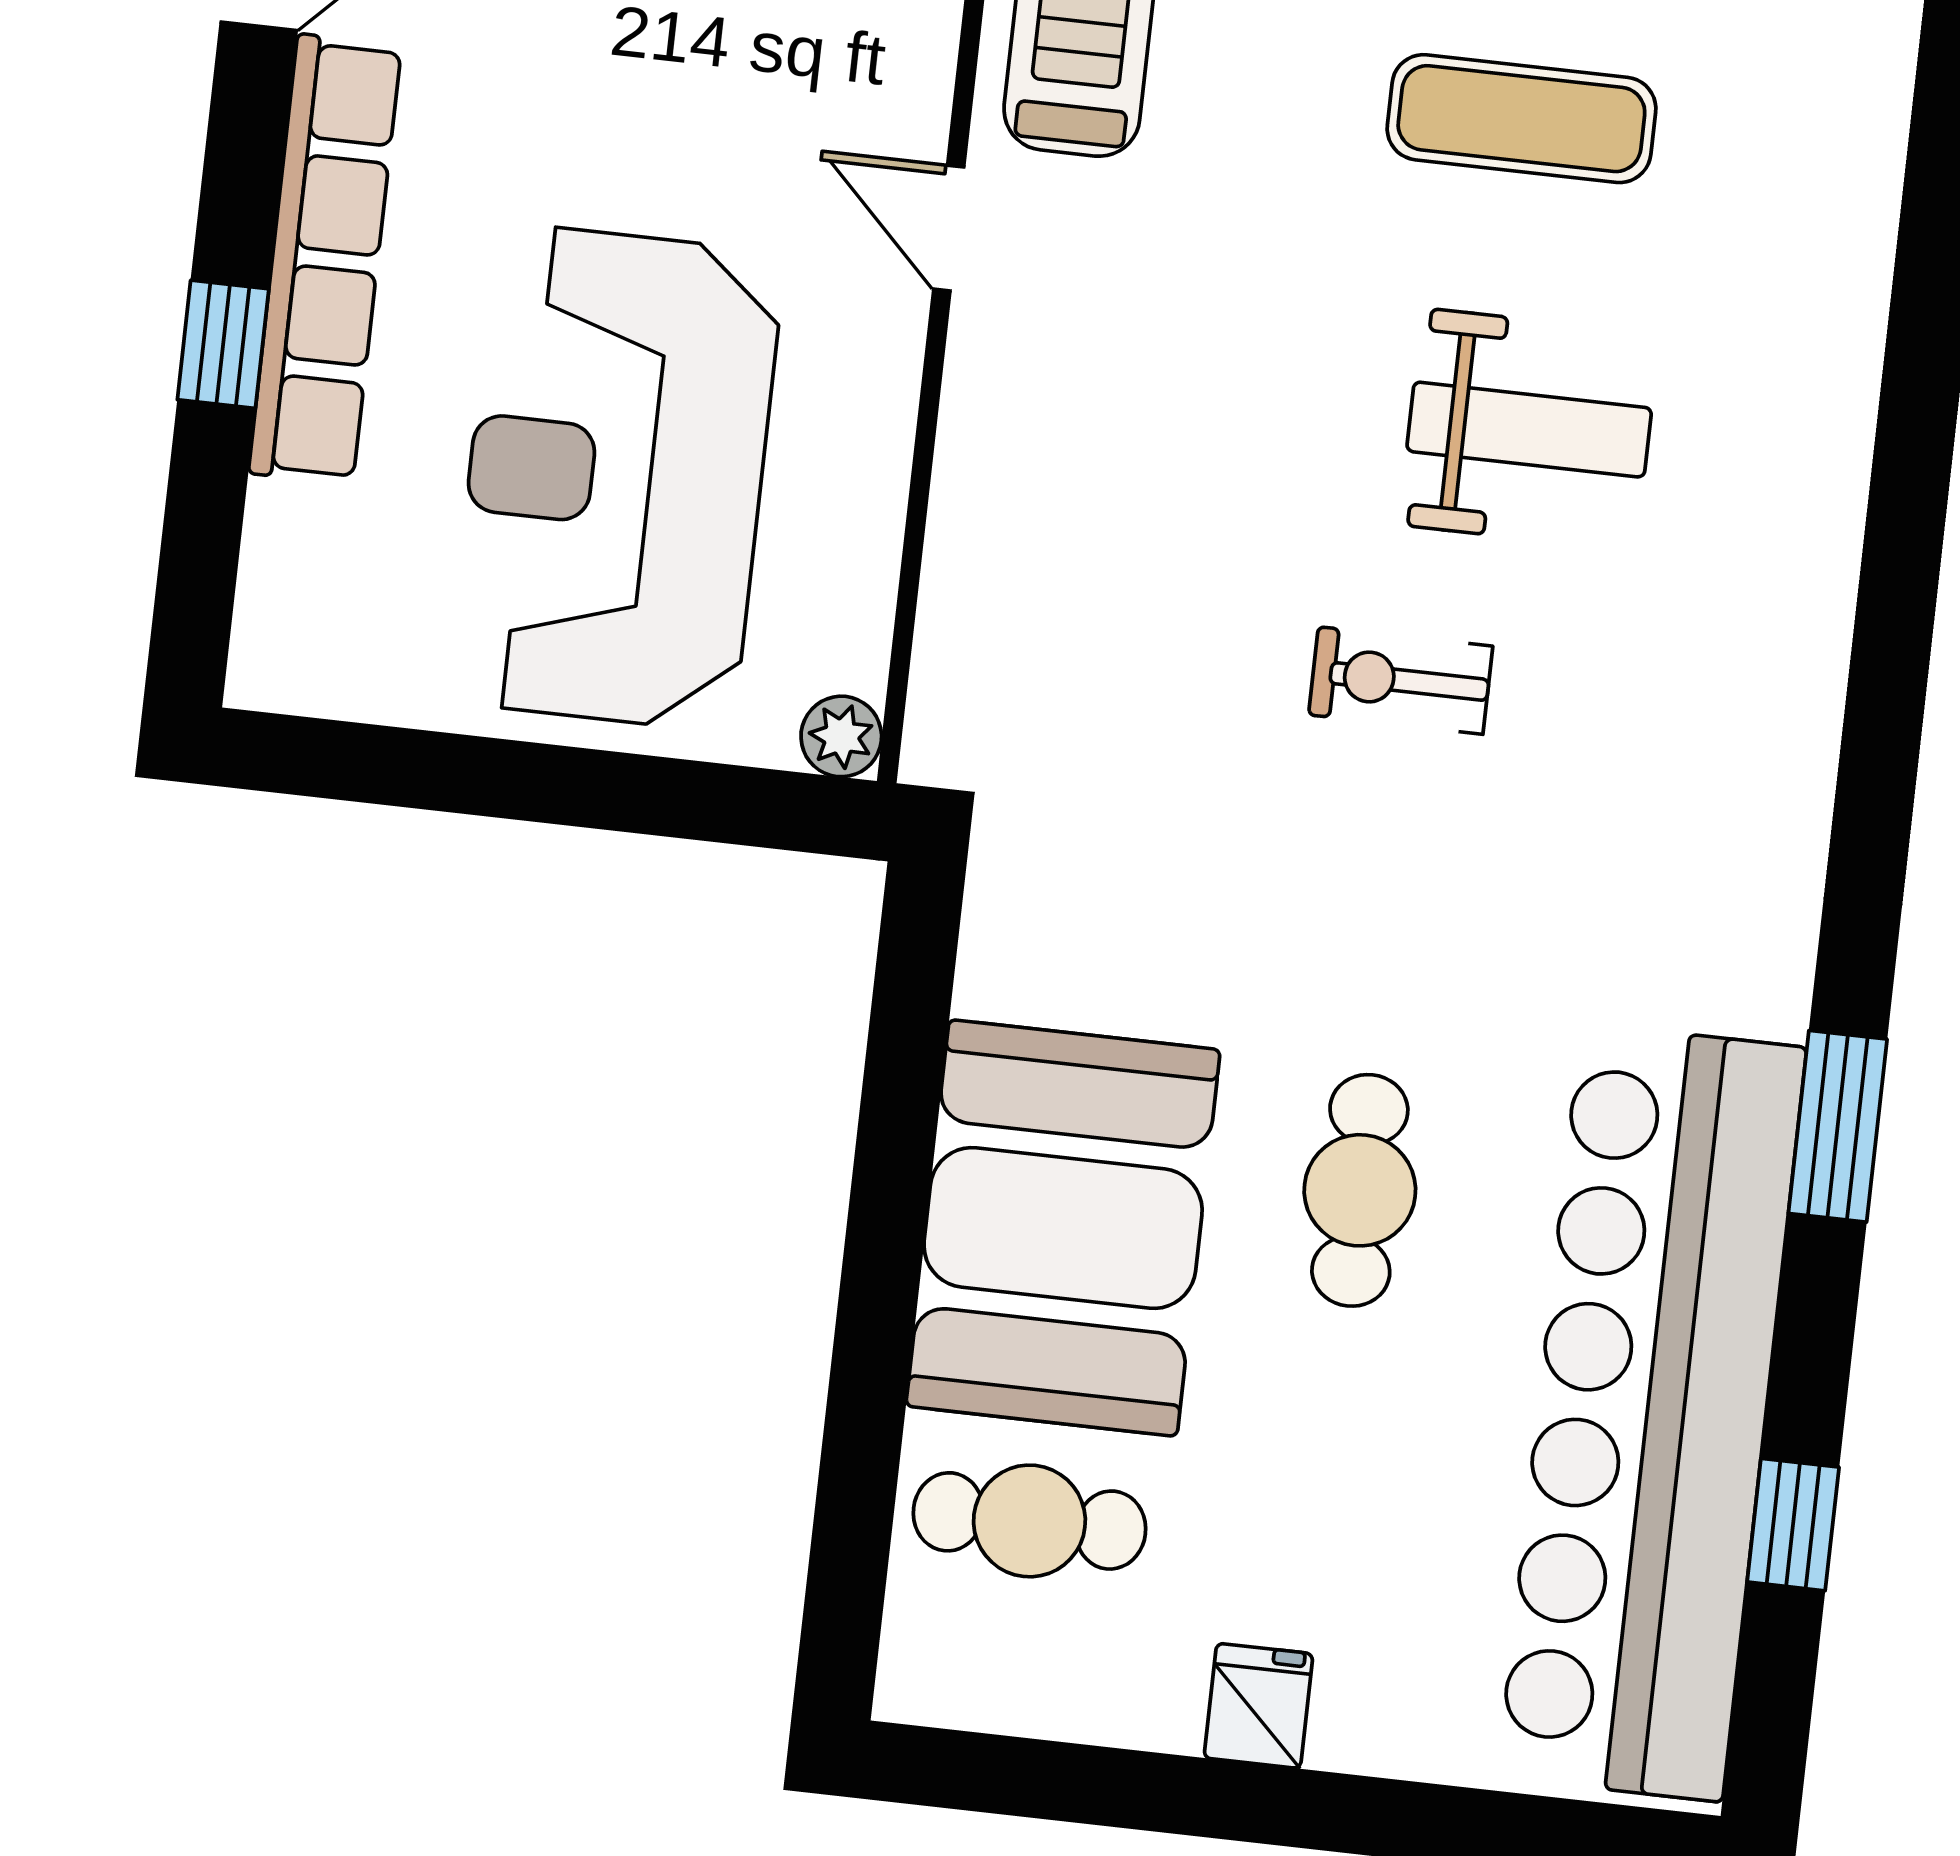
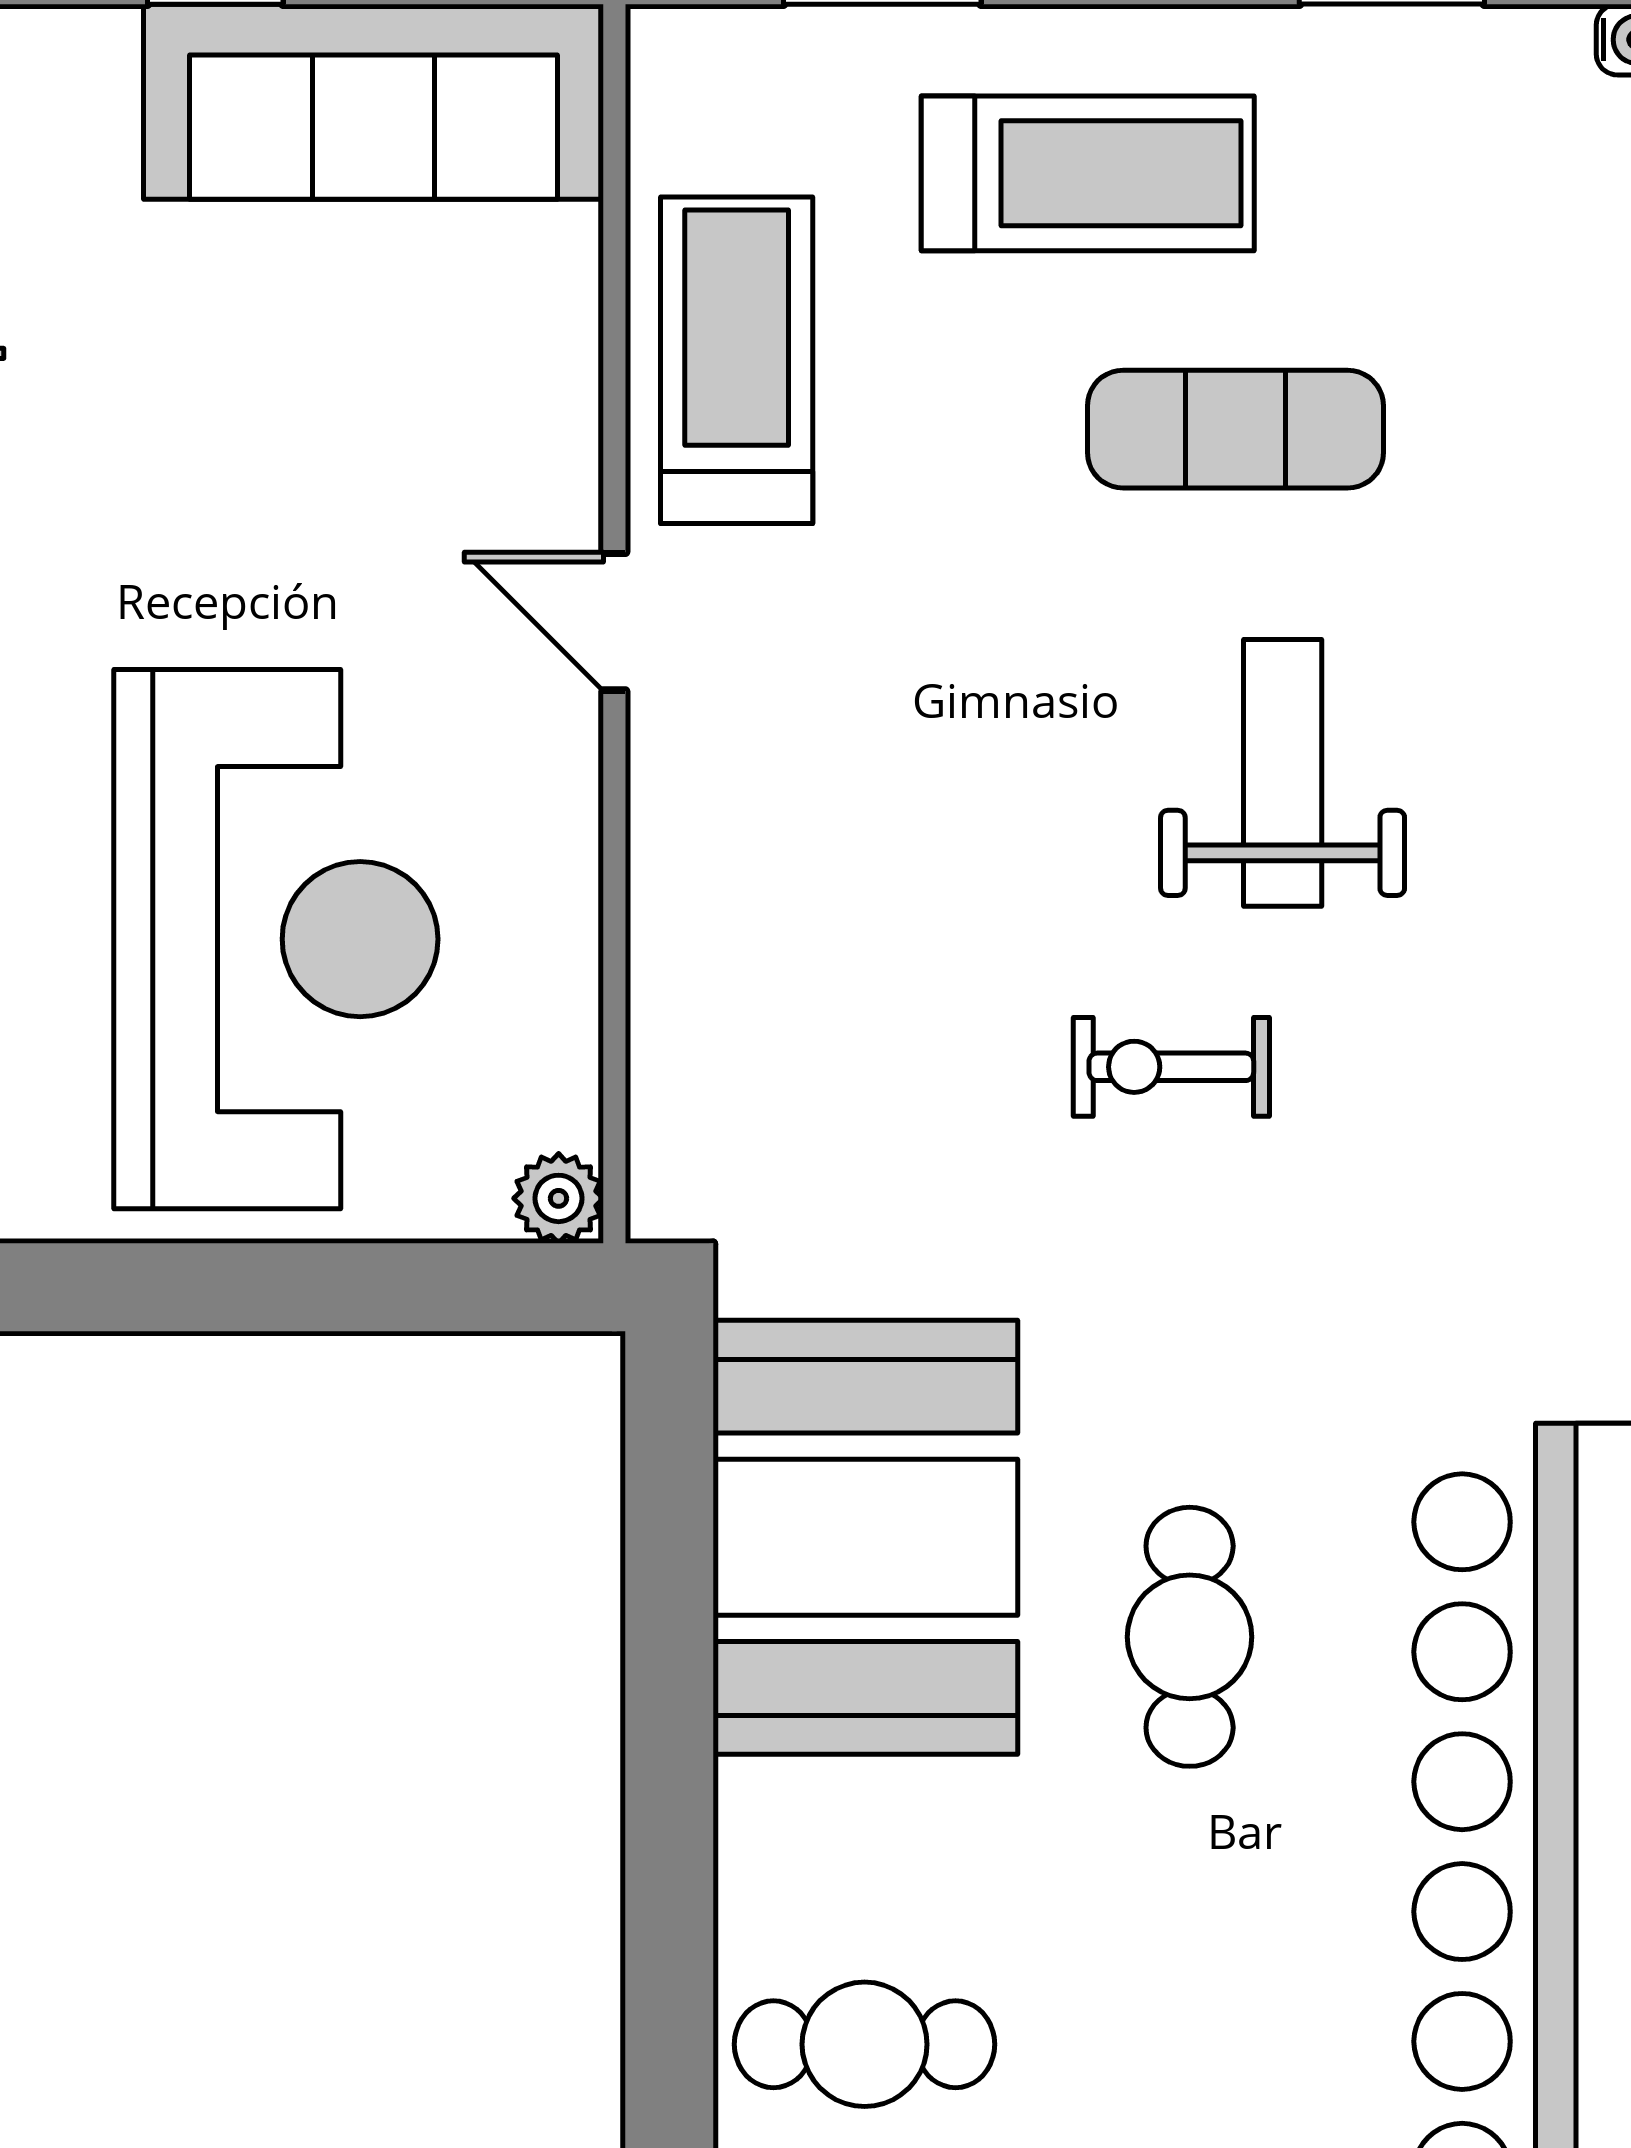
weight bench: (1529, 430) -> (1283, 773), turned -90
reception desk: (615, 477) -> (276, 939), turned 180
booth: (1063, 1228) -> (865, 1537), moved

